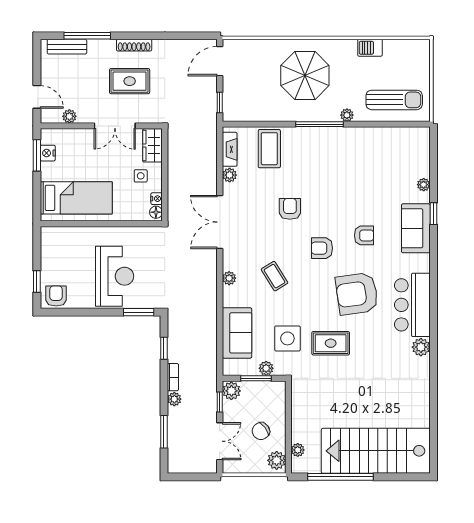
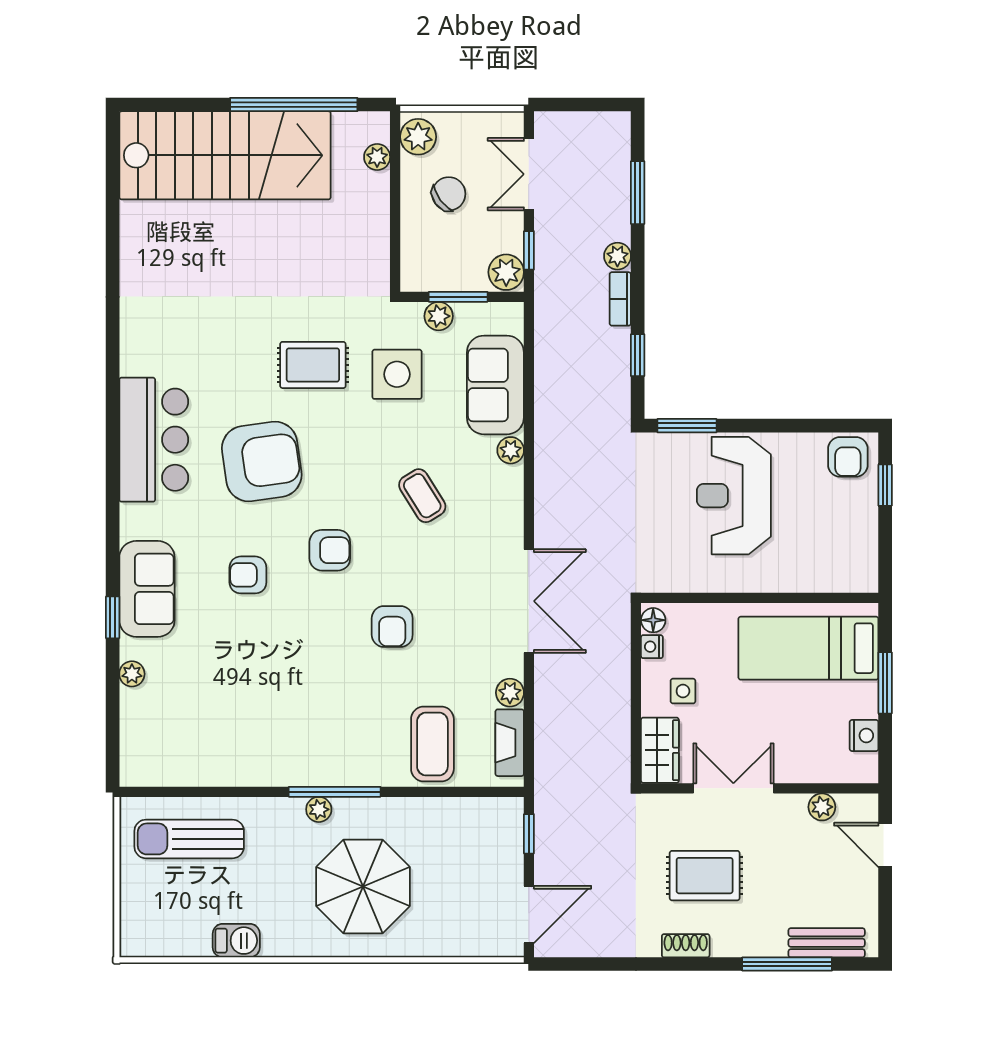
shoe rack: (134, 45) -> (686, 946), width x0.70
plant: (347, 115) -> (319, 809), moved
window: (37, 155) -> (885, 683), moved
plant: (229, 278) -> (511, 450), moved
plant: (421, 347) -> (137, 357), removed

